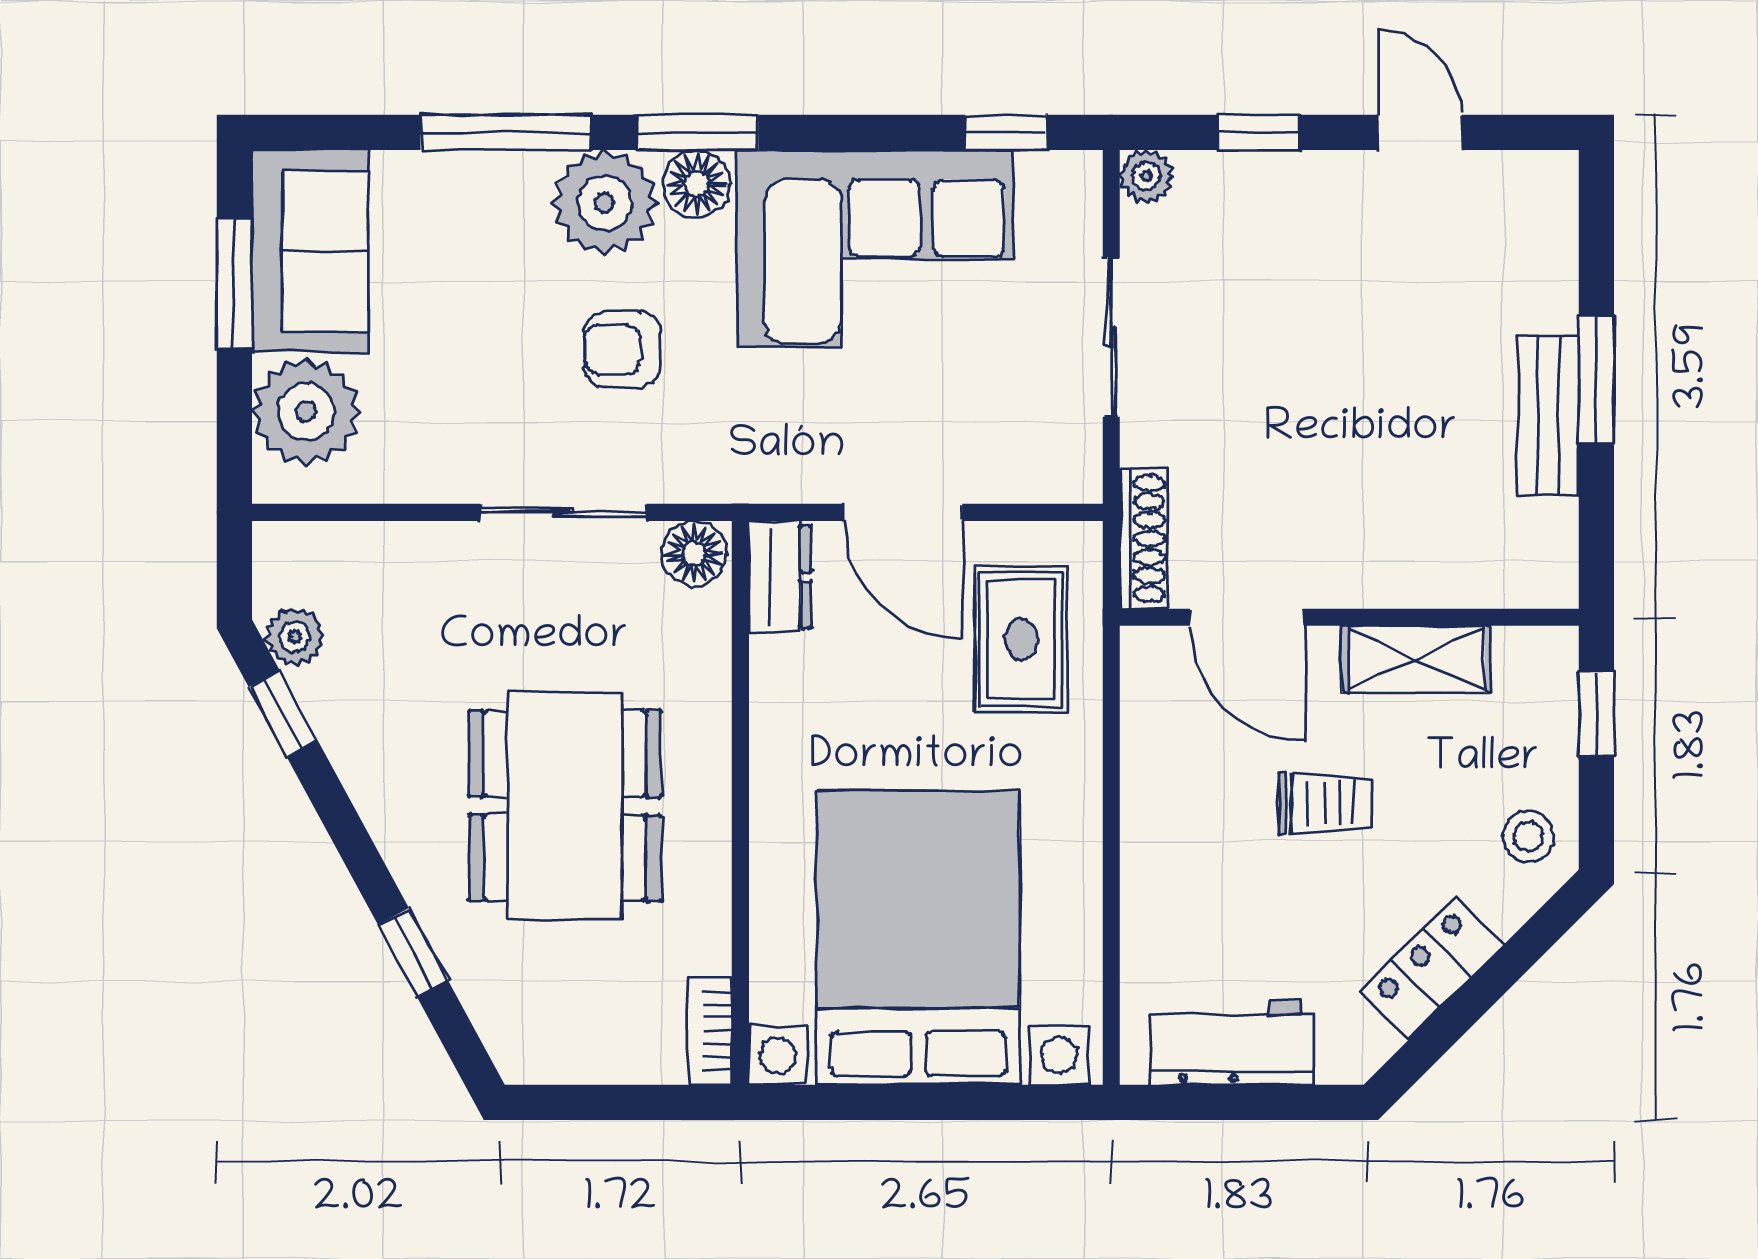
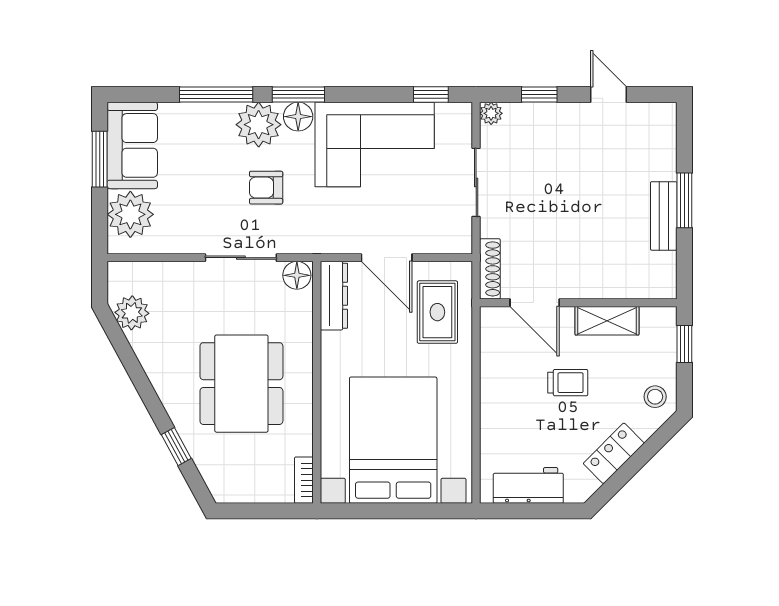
dresser: (780, 577) -> (334, 296), width x1.44
plant: (295, 637) -> (132, 313), width x1.38, depth x1.38
window: (283, 714) -> (121, 344), removed

